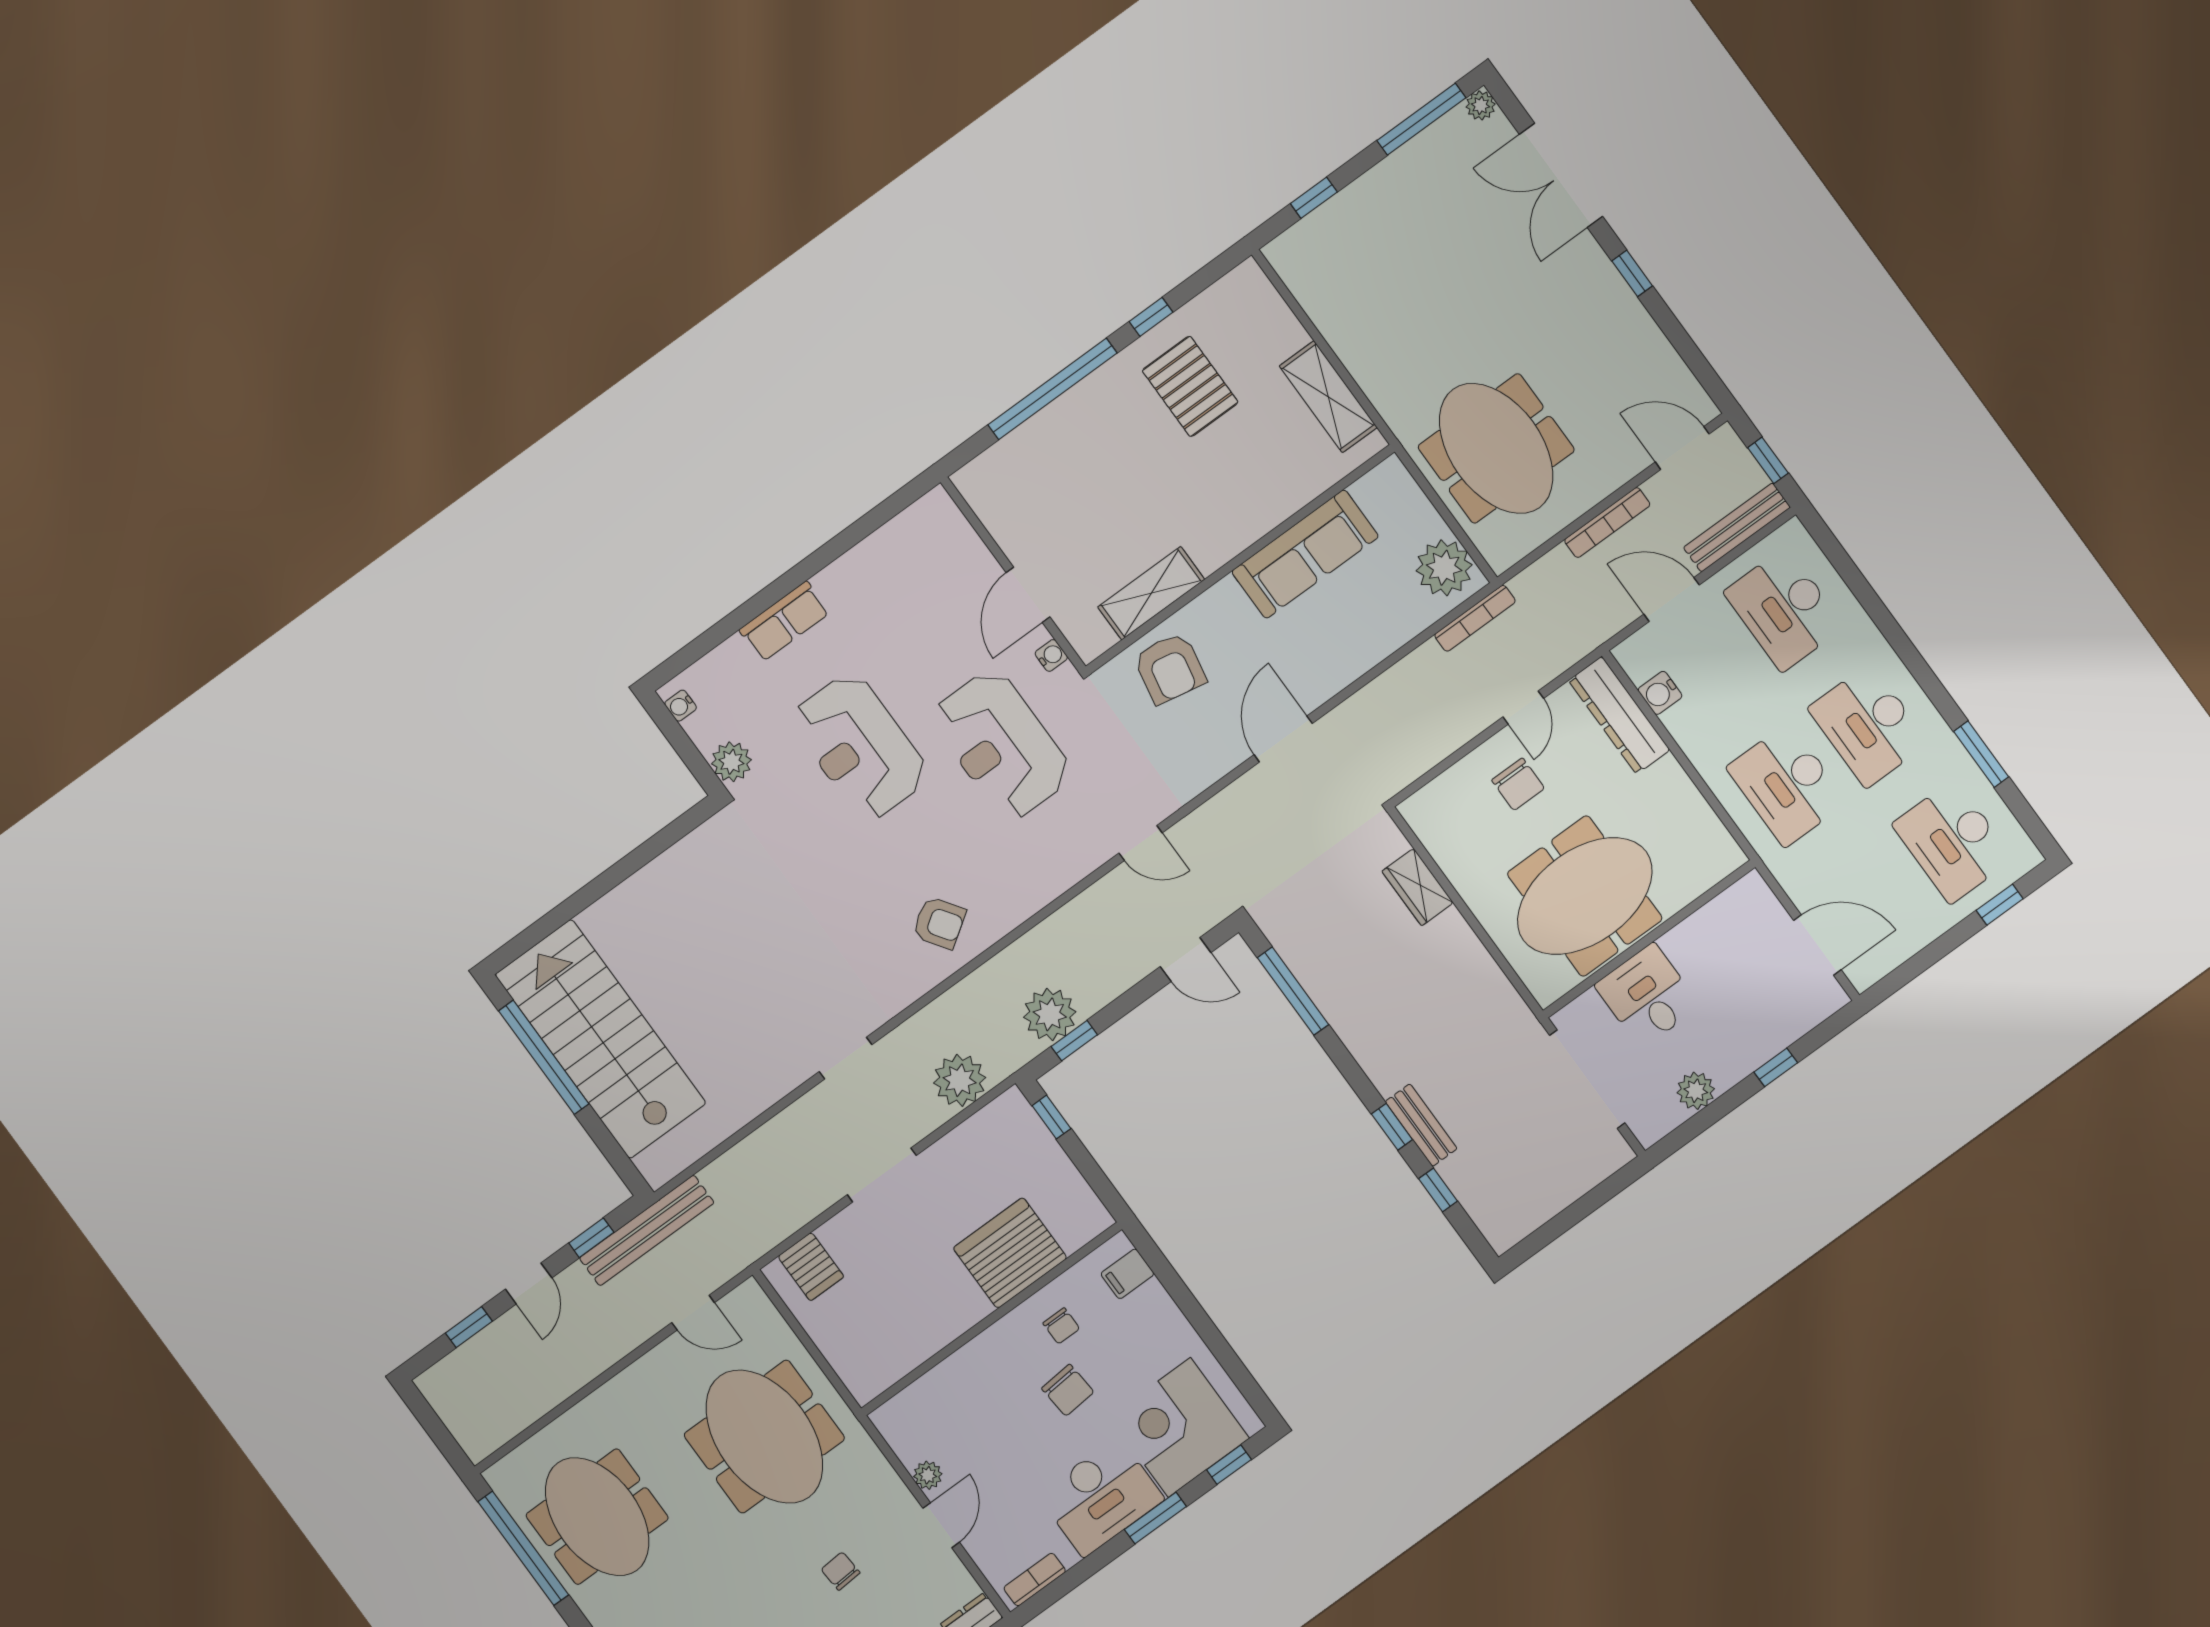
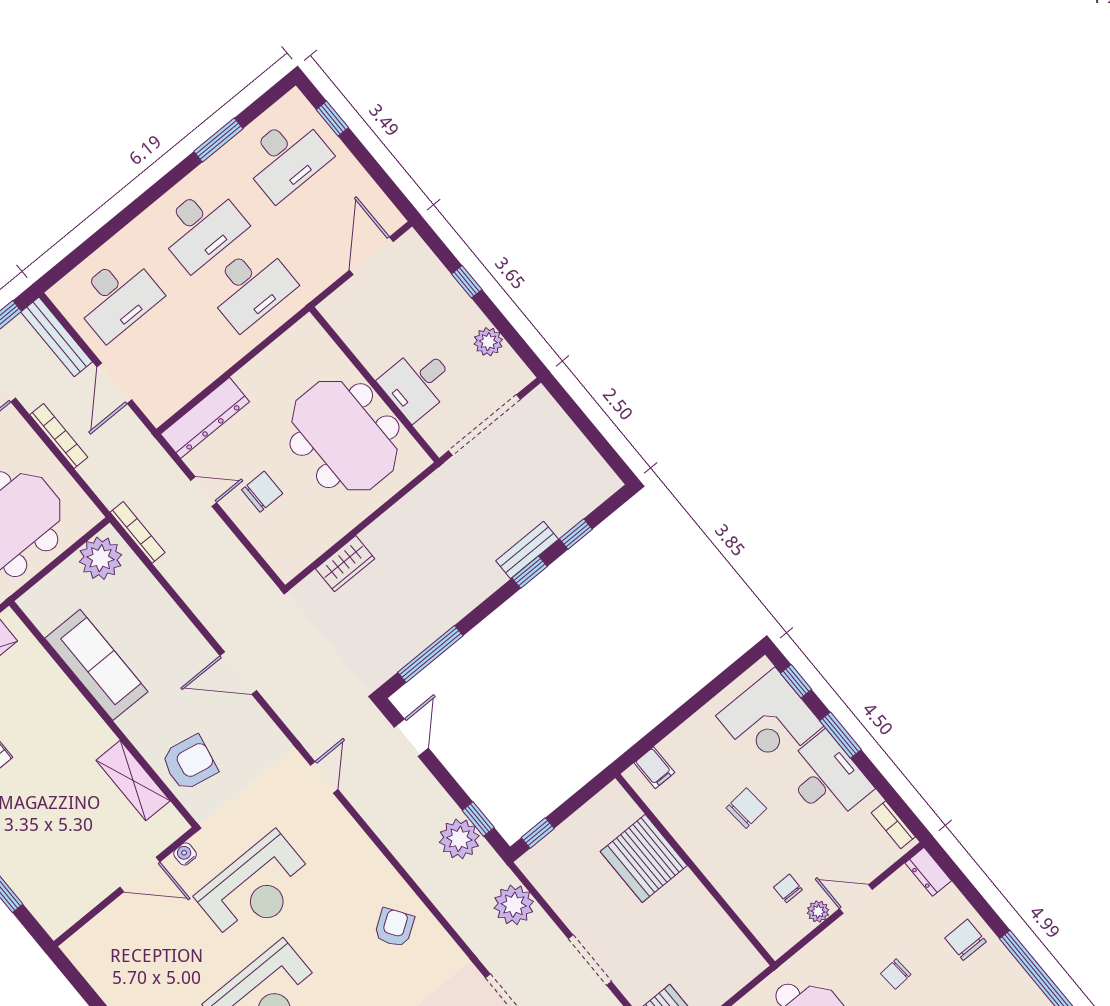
water cooler: (1660, 693) -> (186, 388), removed
chair: (1061, 1326) -> (788, 888), moved, turned -90

